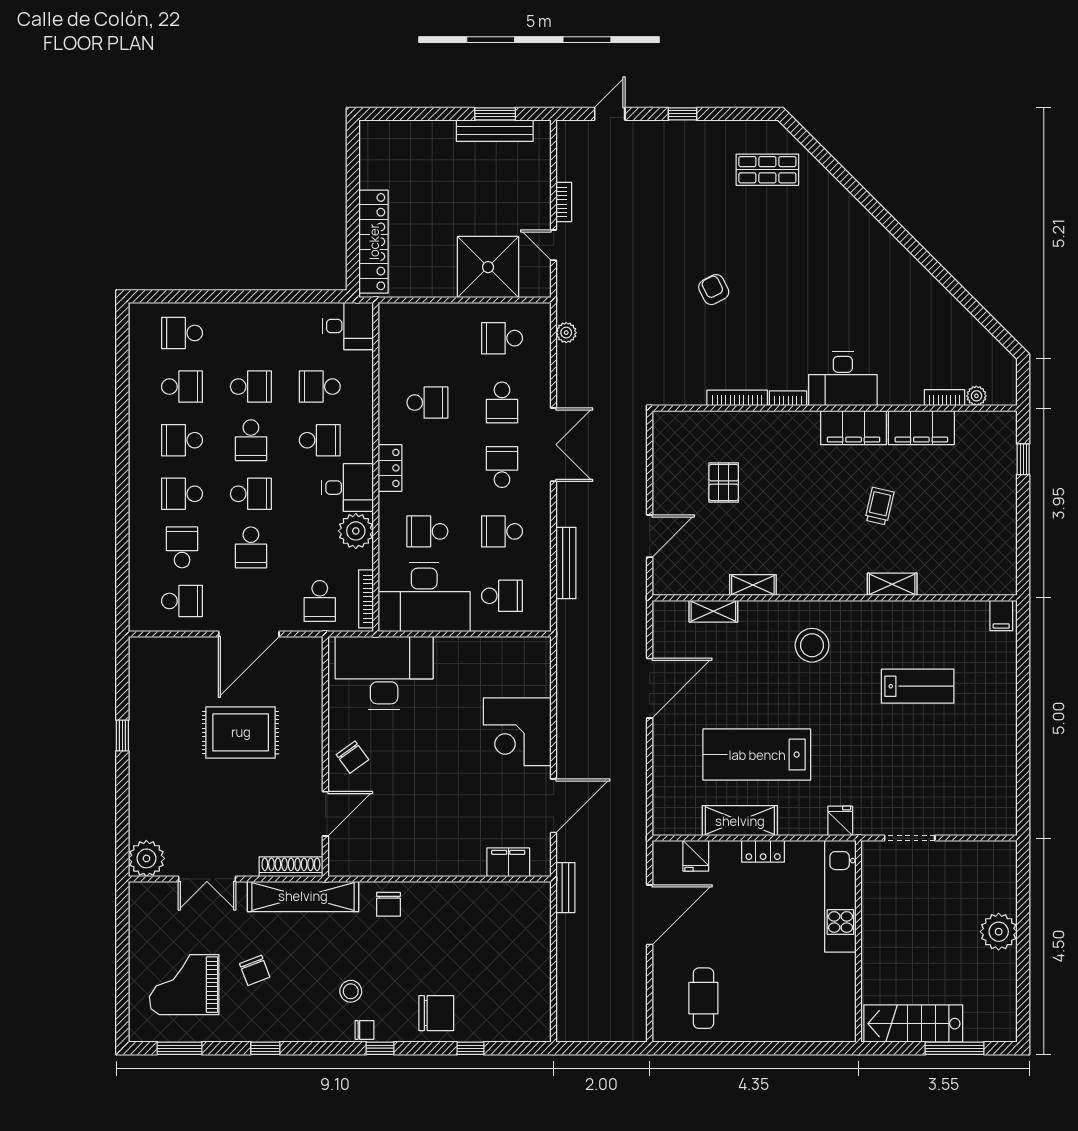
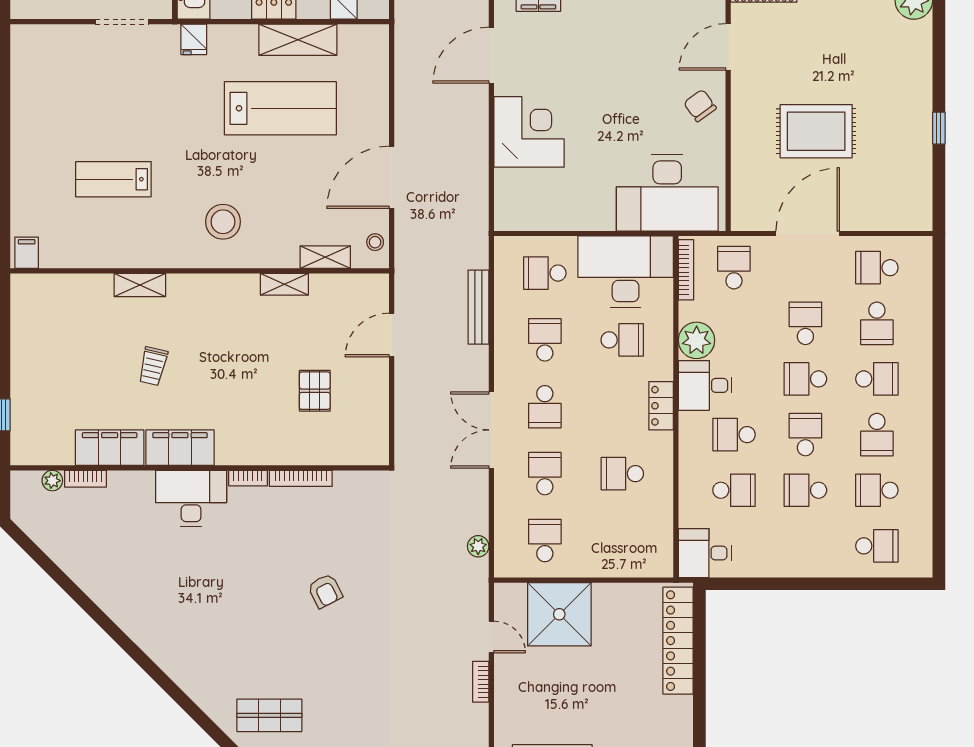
school desk: (502, 338) -> (545, 540), turned -90
school desk: (182, 440) -> (877, 435), turned 90
school desk: (502, 531) -> (545, 340), turned -90
stool: (666, 626) -> (375, 242), added

